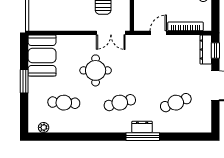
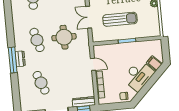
double door: (111, 33) -> (89, 17), moved
round table: (96, 70) -> (64, 37), moved

